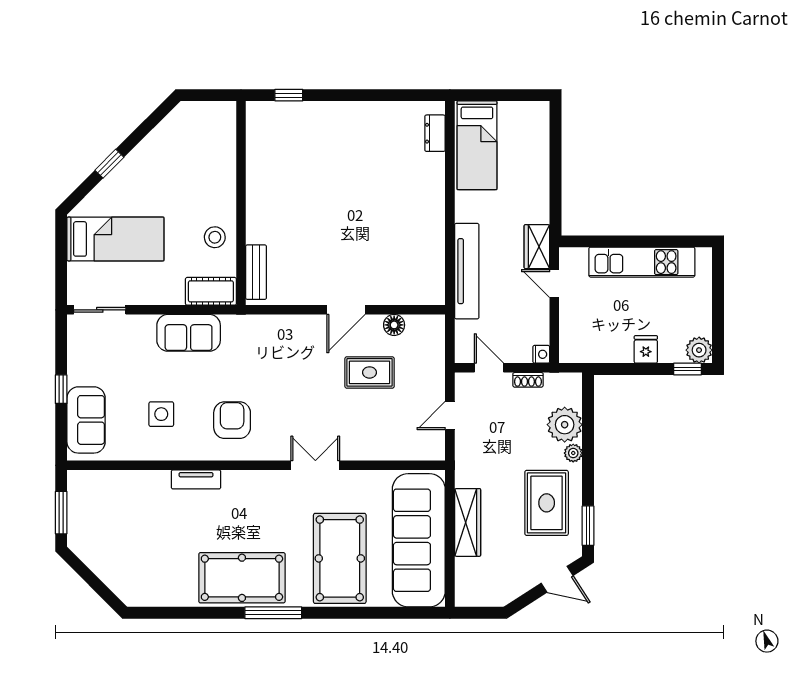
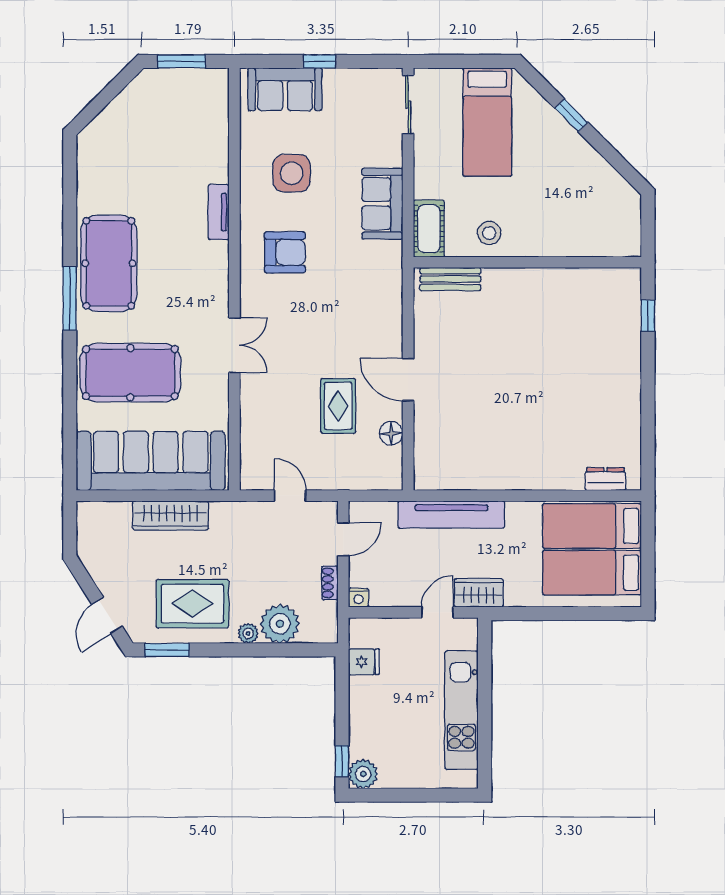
bed: (519, 145) -> (592, 573), added
fridge: (646, 349) -> (364, 662), moved
side table: (161, 414) -> (292, 173), width x1.37, depth x1.37

